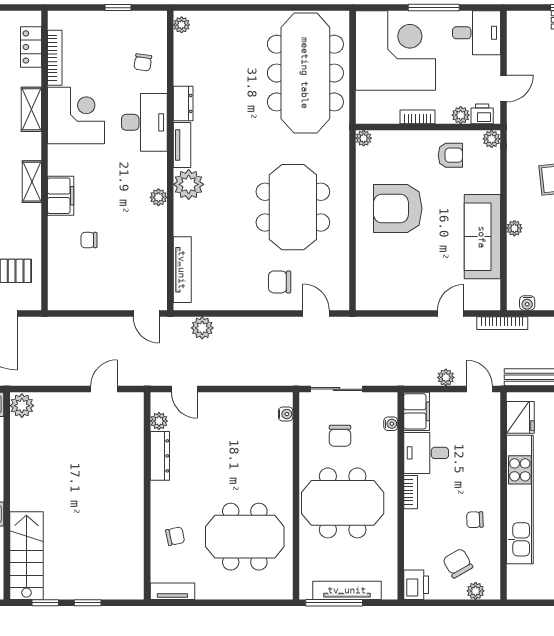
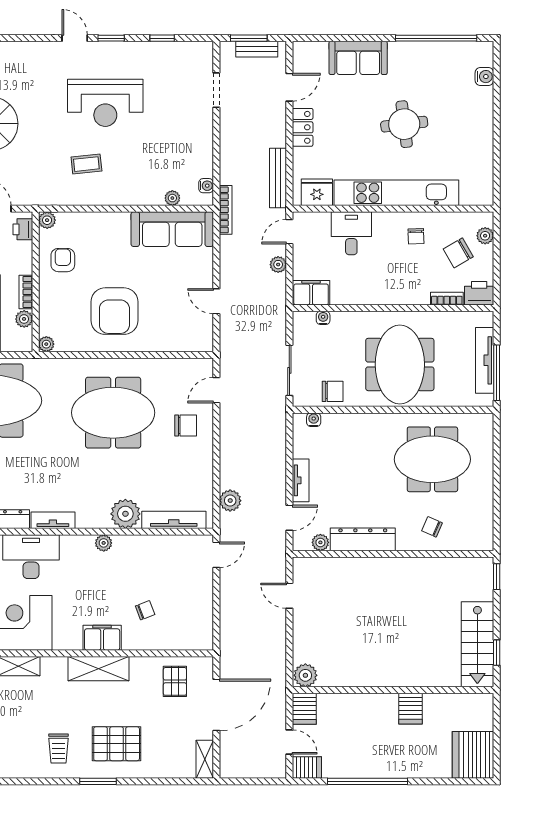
plant: (461, 115) -> (24, 319), moved
shelving: (32, 182) -> (99, 669), width x1.50, depth x1.33
plant: (189, 184) -> (125, 514), moved
plant: (514, 228) -> (172, 198), moved
sofa: (482, 237) -> (172, 229), moved
chair: (89, 240) -> (145, 610), turned -111
chair: (280, 282) -> (186, 425), turned -90
door: (451, 314) -> (216, 301), moved
chair: (340, 436) -> (333, 391), moved
desk: (426, 453) -> (351, 233), moved, turned 180
dresser: (160, 456) -> (363, 539), width x1.37, depth x1.24
bookcase: (411, 492) -> (447, 299), moved
chair: (175, 536) -> (432, 527), turned -54
meeting table: (245, 537) -> (432, 459), turned 90
stairs: (26, 556) -> (477, 644), moved, turned -90
tv unit: (172, 591) -> (301, 480), moved, turned 180
window: (88, 603) -> (497, 577), moved

